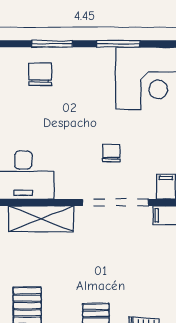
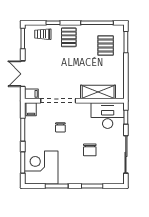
chair: (40, 74) -> (90, 150), moved

